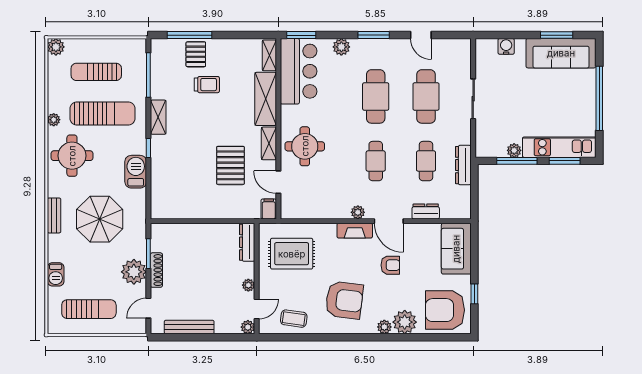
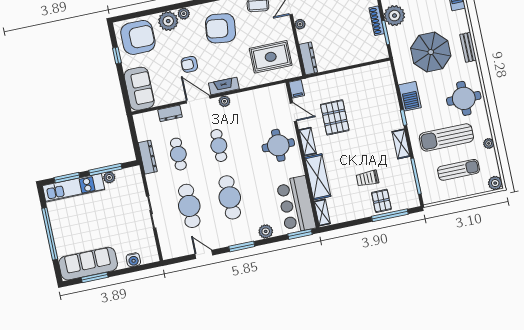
plant: (54, 120) -> (489, 143), moved

